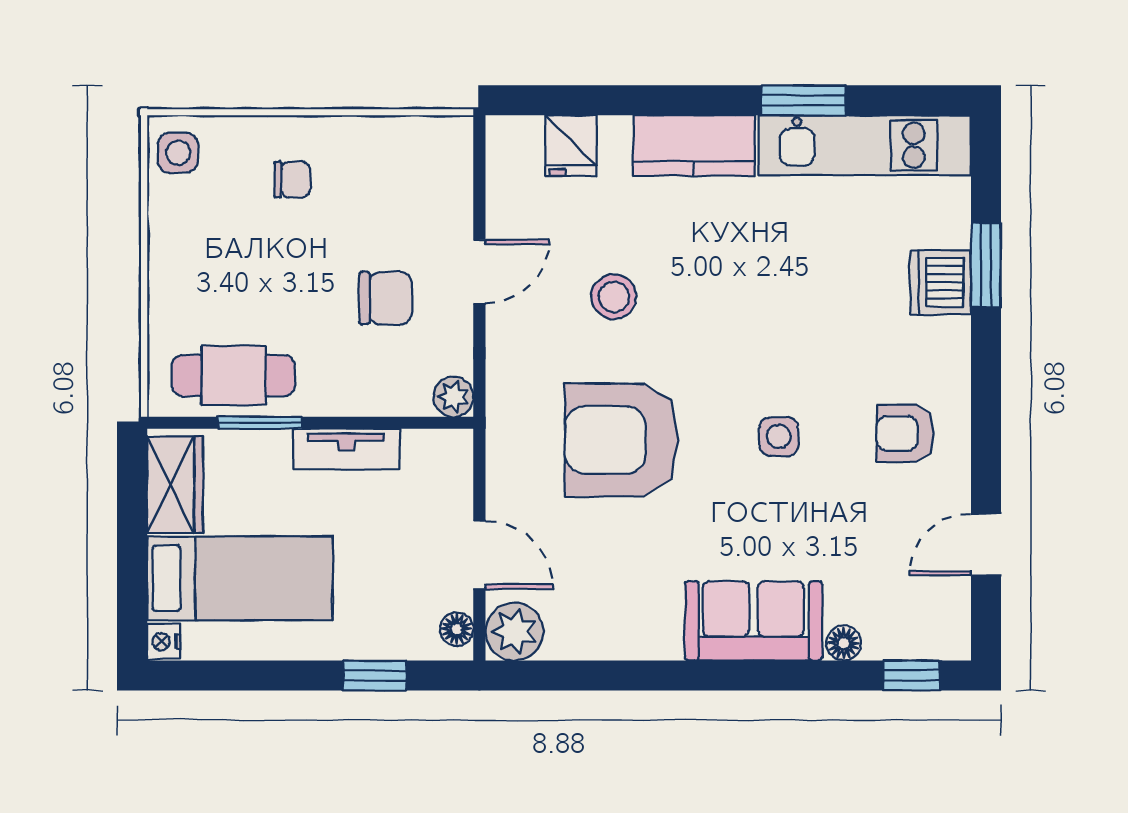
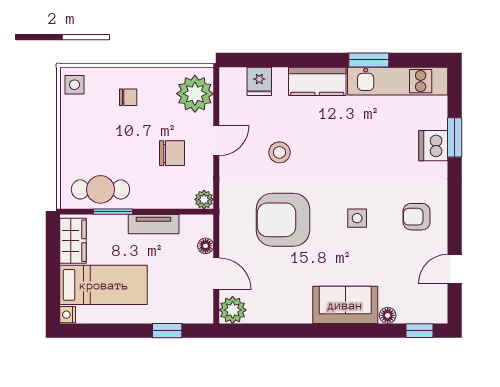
plant: (434, 172) -> (195, 94), added
floor lamp: (457, 629) -> (206, 246), moved

